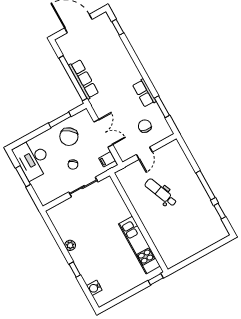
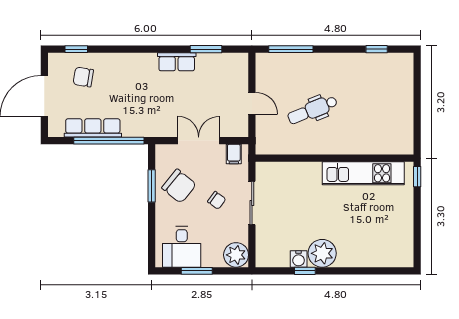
row of seats: (84, 79) -> (93, 128), moved
chair: (145, 126) -> (83, 77), moved
desk: (33, 159) -> (182, 247), width x0.73
window: (205, 185) -> (291, 49), moved
plant: (46, 195) -> (236, 255), added
plant: (70, 245) -> (322, 253), width x1.87, depth x1.87
window: (75, 270) -> (305, 271), moved
water cooler: (94, 288) -> (299, 259), moved

